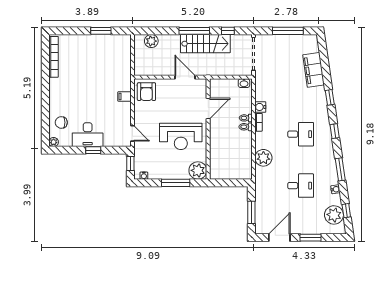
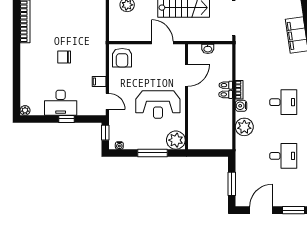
washbasin: (244, 83) -> (208, 49), moved
filing cabinet: (125, 96) -> (99, 81), moved
water cooler: (260, 107) -> (241, 106), moved
chair: (61, 122) -> (64, 57), moved

